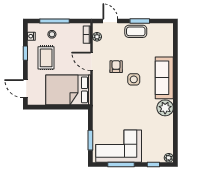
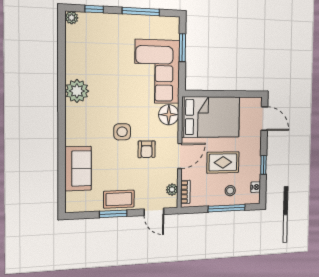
rug: (46, 58) -> (223, 162), moved, turned 90
door: (92, 61) -> (180, 156), hinge flipped
sofa: (164, 78) -> (78, 168), moved, width x0.73
floor lamp: (100, 92) -> (169, 115), added
corner sofa: (119, 146) -> (157, 72), moved, turned 90

